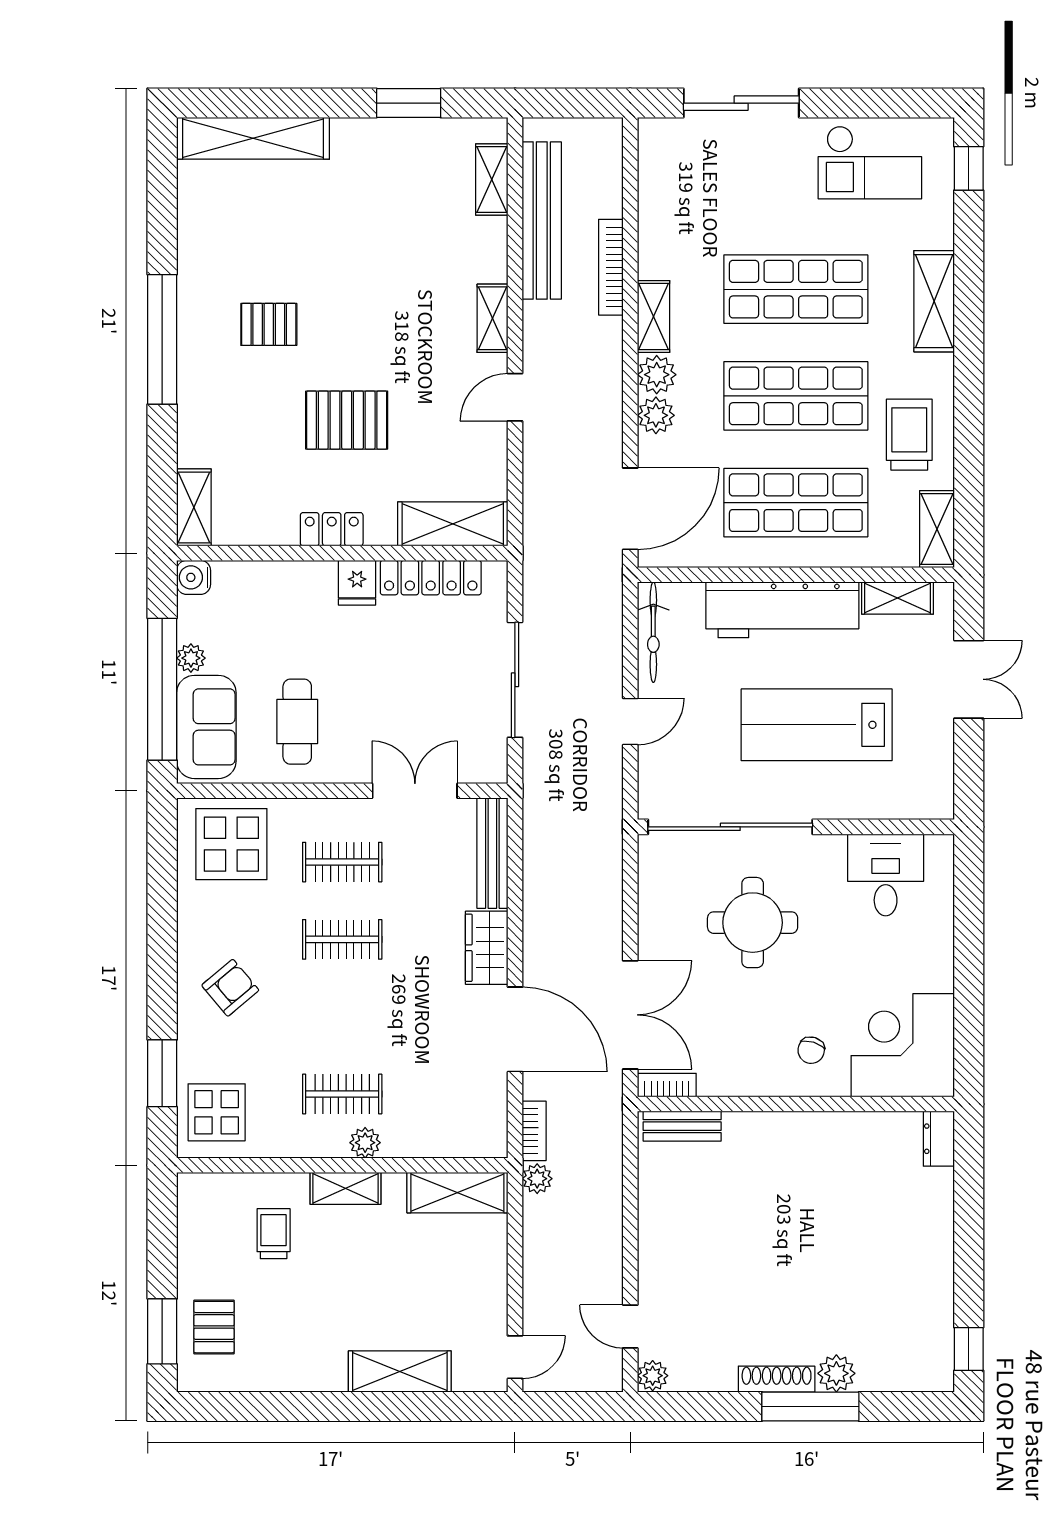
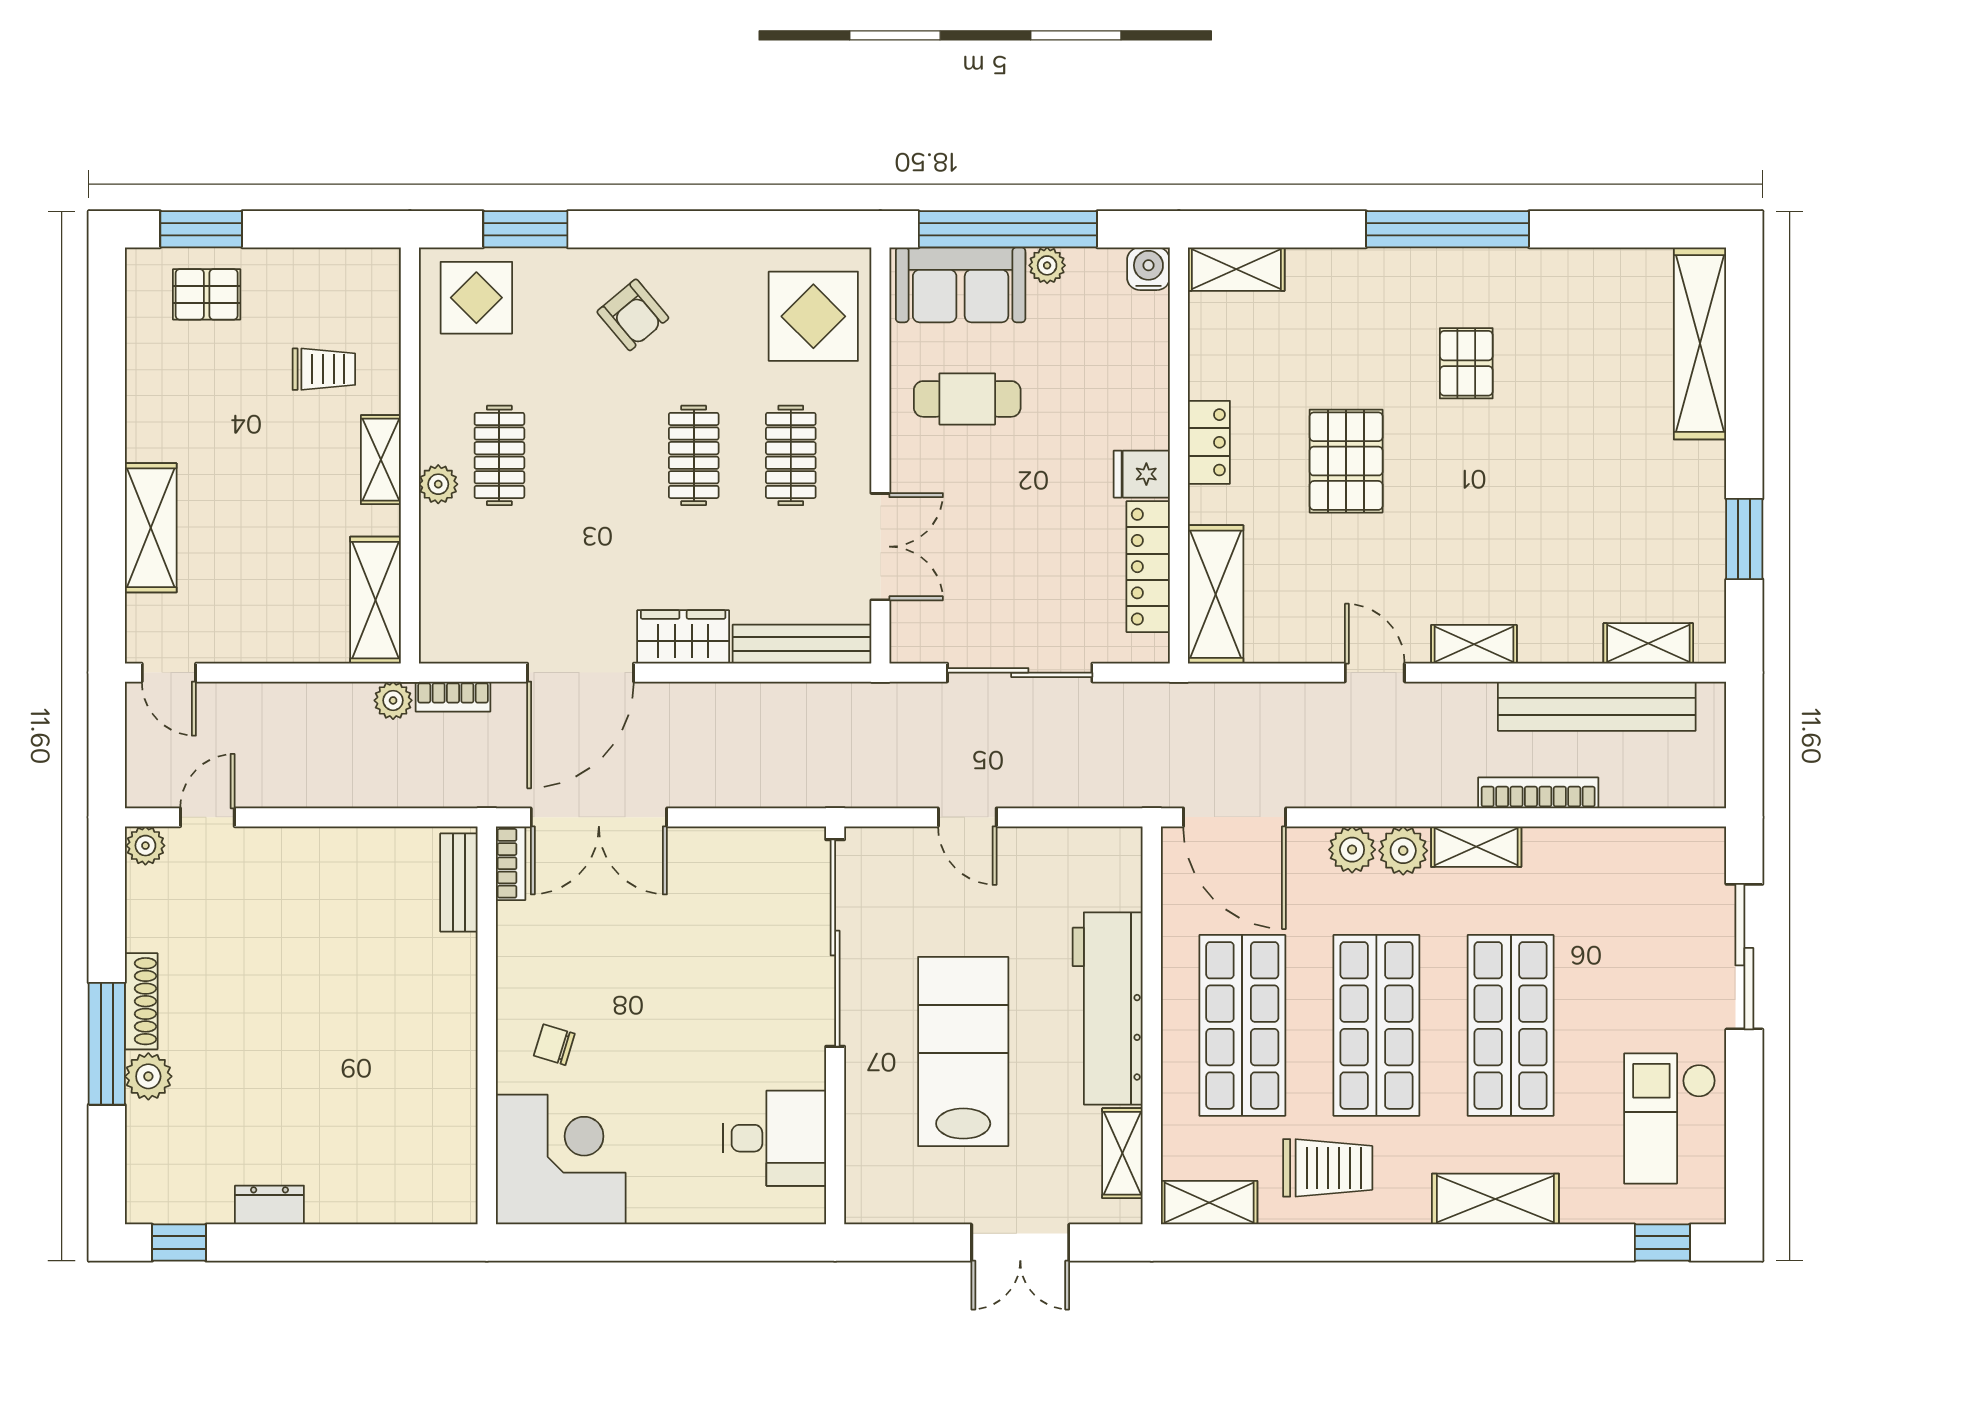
bicycle: (653, 632) -> (1080, 846), removed
round table: (753, 923) -> (715, 971), removed
dresser: (939, 1139) -> (269, 1205), moved

